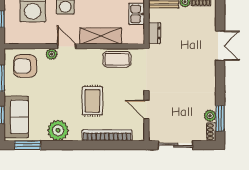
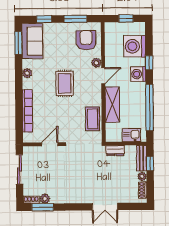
rug: (92, 101) -> (65, 83), moved, turned 90
sofa: (16, 117) -> (32, 41), moved, turned -90
plant: (58, 130) -> (27, 73), width x0.53, depth x0.53

